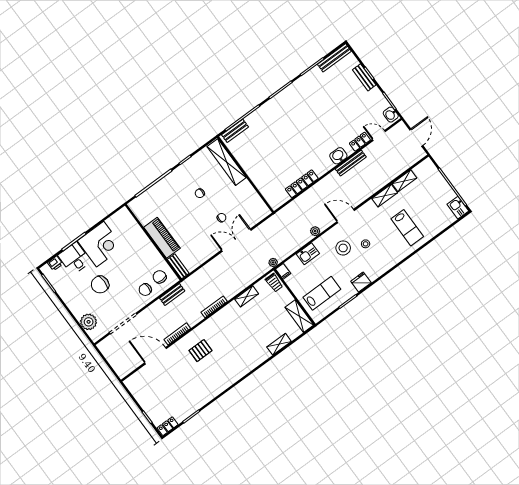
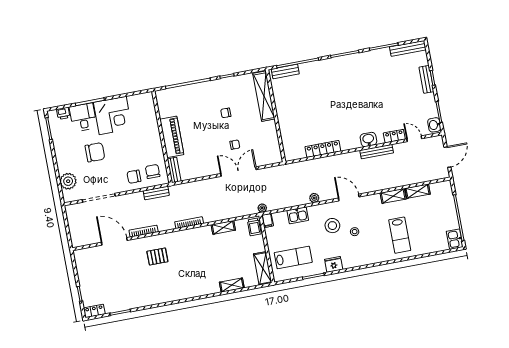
chair: (100, 285) -> (95, 152), turned 180

